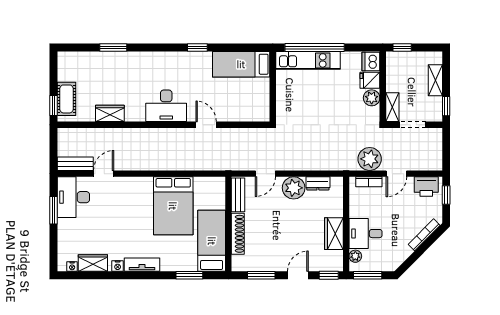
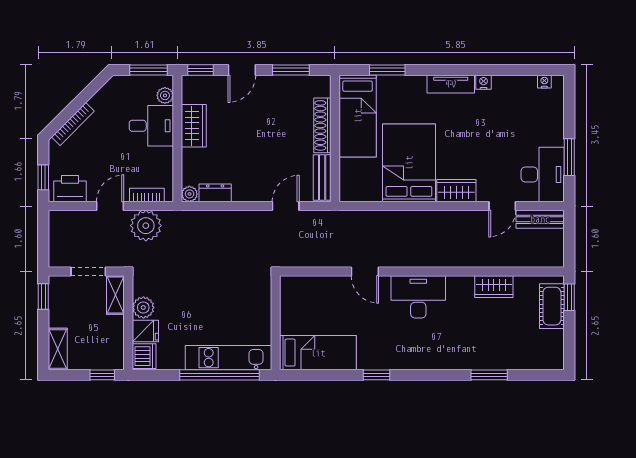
shelving: (435, 80) -> (58, 349), moved
plant: (294, 188) -> (189, 194), moved, width x0.53, depth x0.53
wardrobe: (93, 263) -> (456, 191), moved, turned 180

